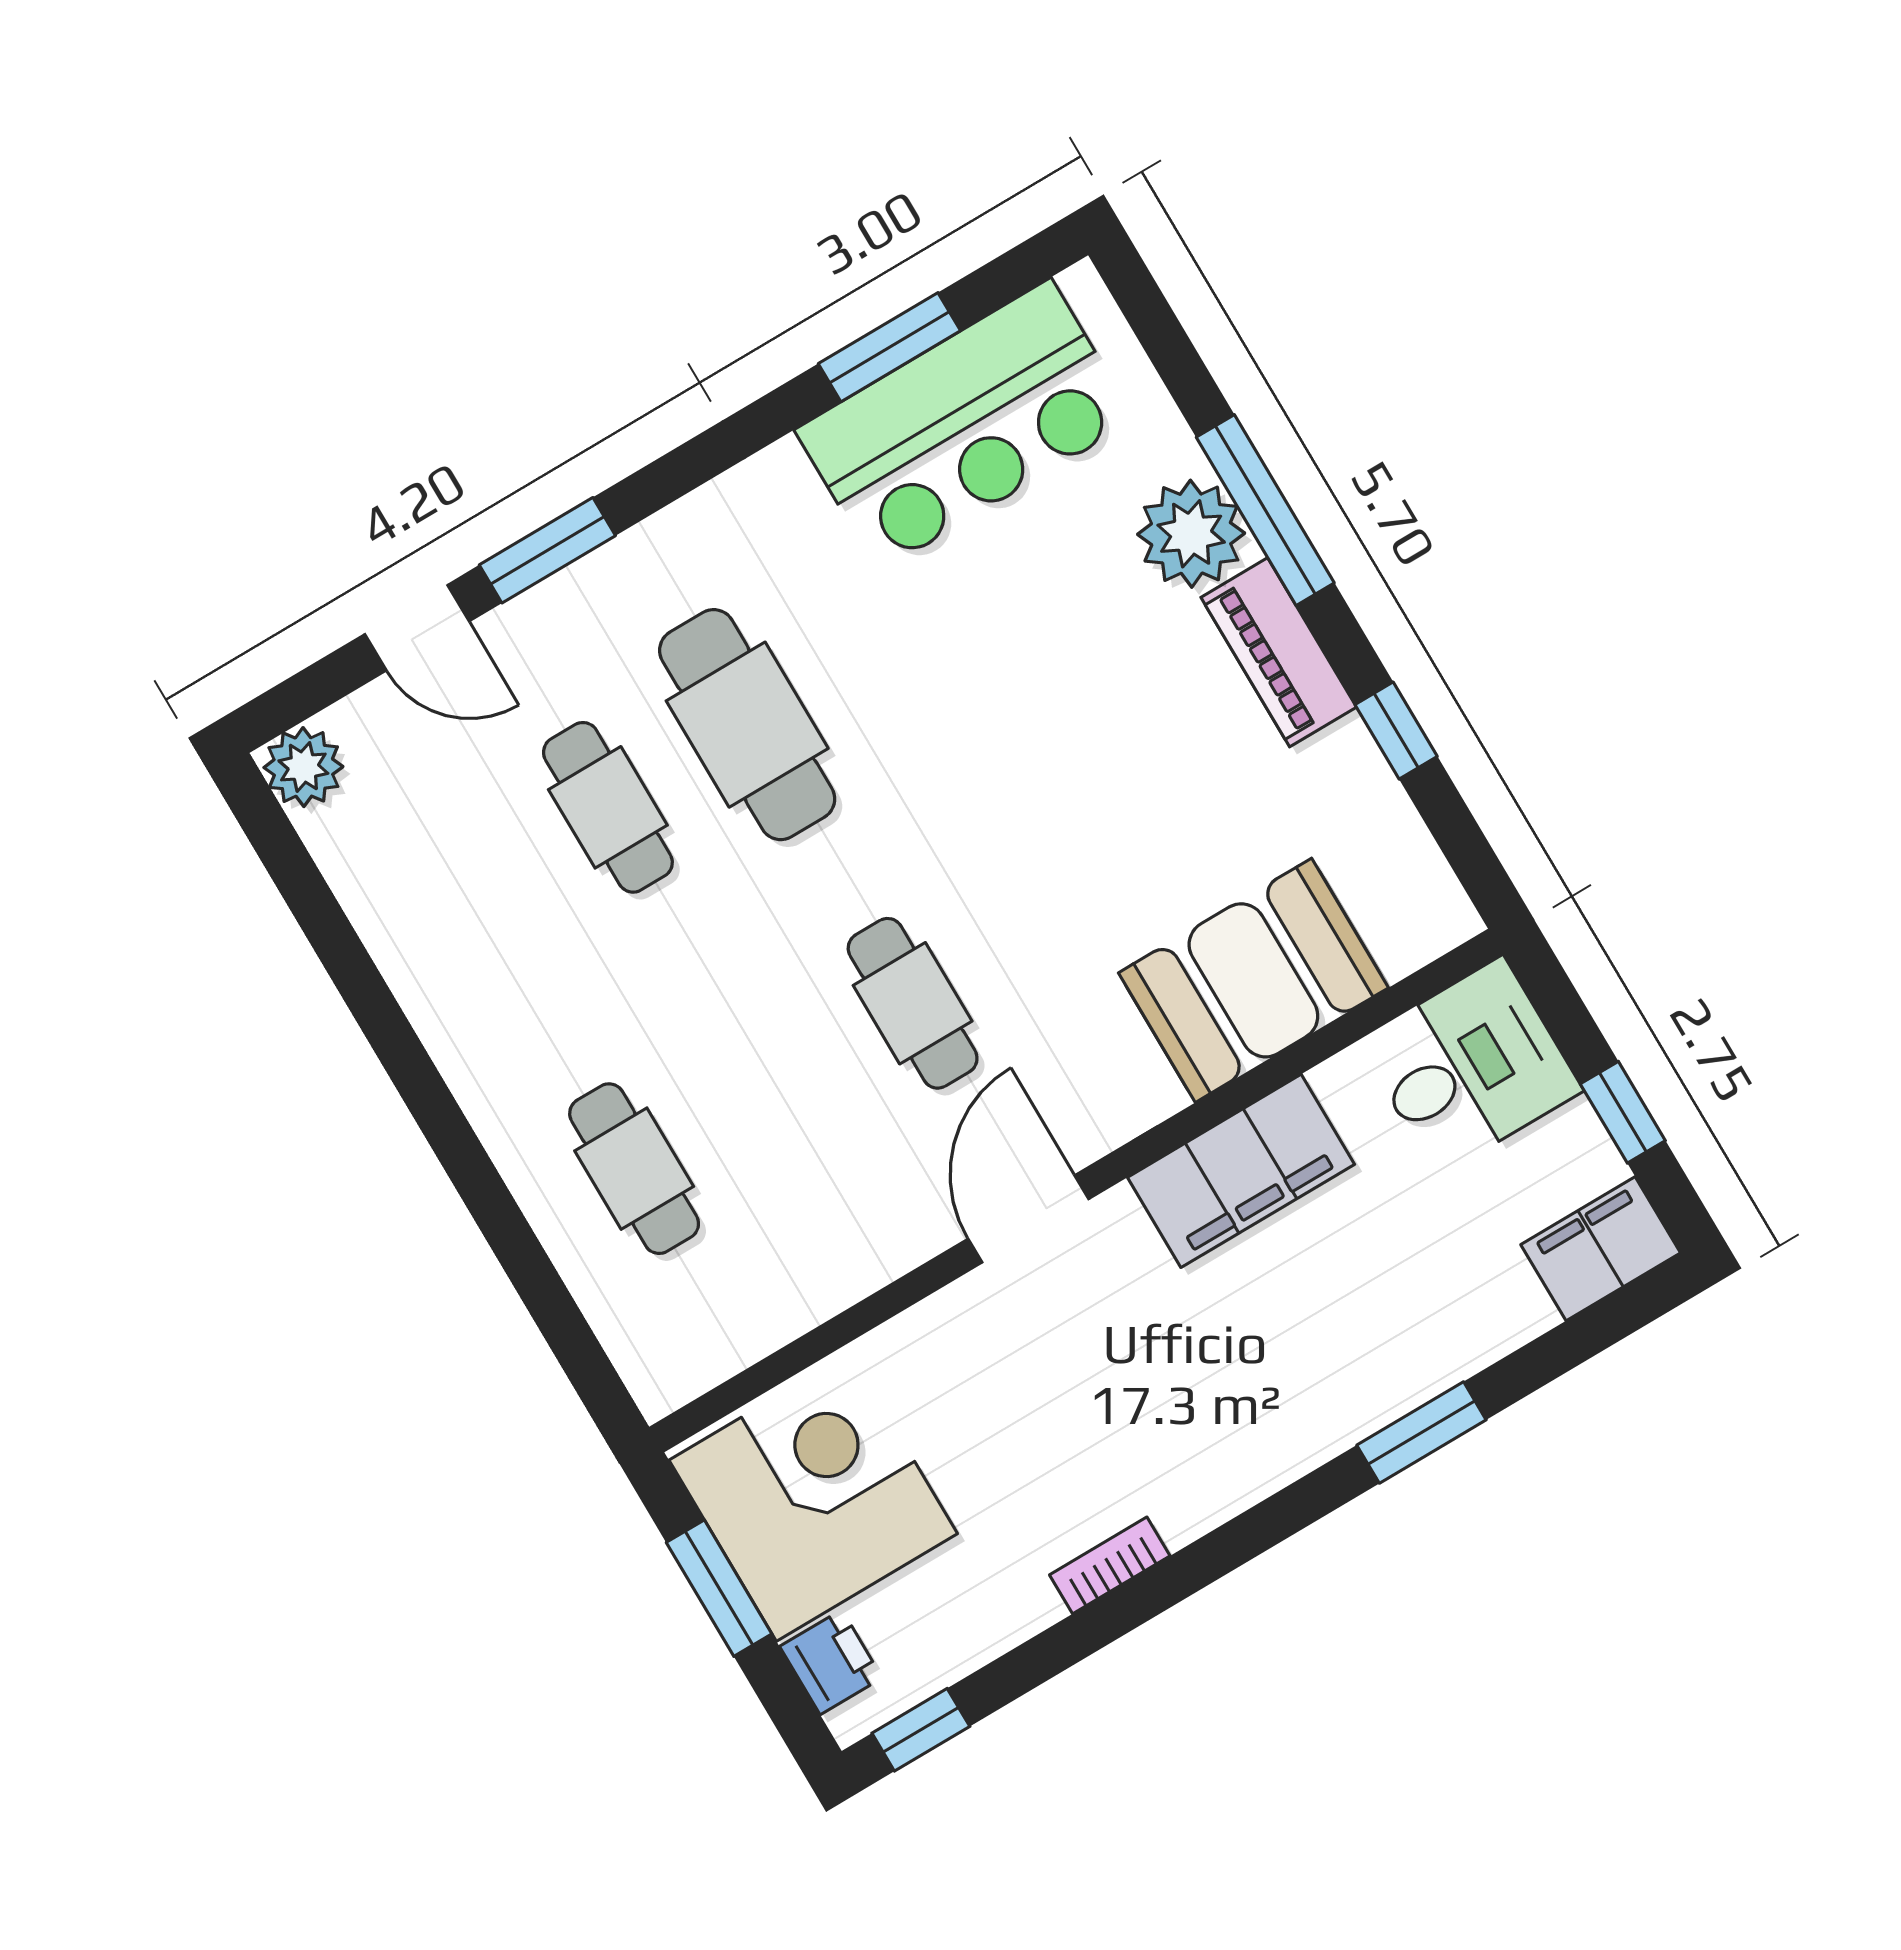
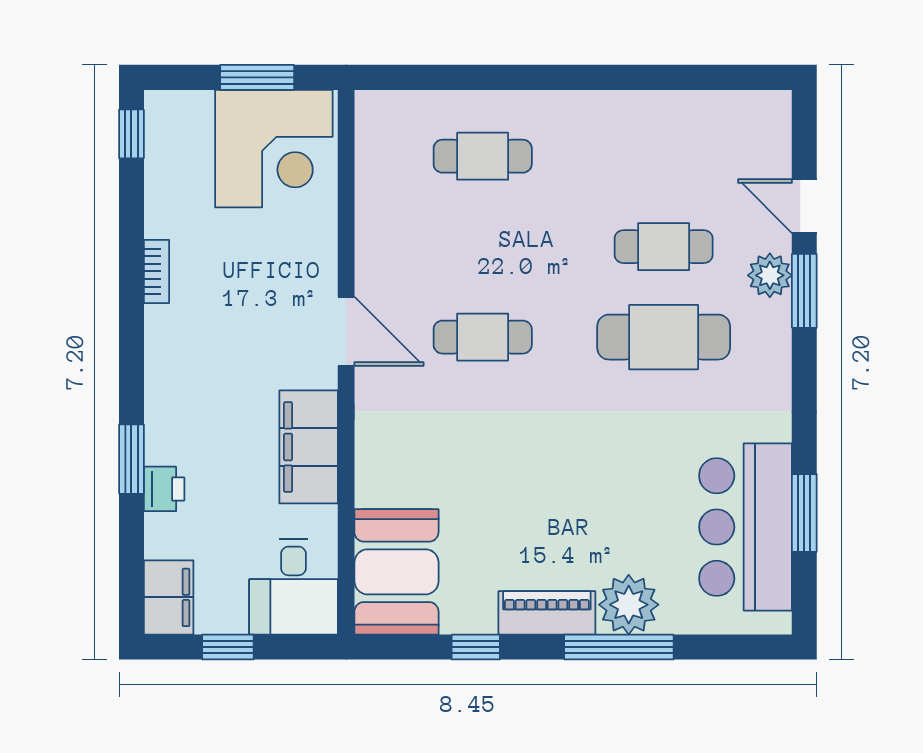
door: (417, 628) -> (804, 206), hinge flipped
plant: (303, 767) -> (770, 275), moved
booth: (1253, 980) -> (396, 572), moved
printer: (831, 1662) -> (164, 489), moved, turned -90

